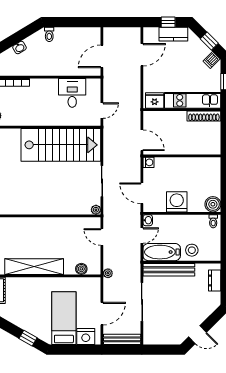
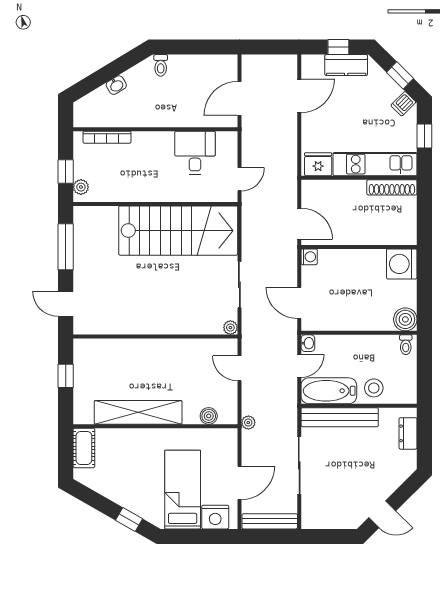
washing machine: (177, 202) -> (402, 264), moved, turned -90

